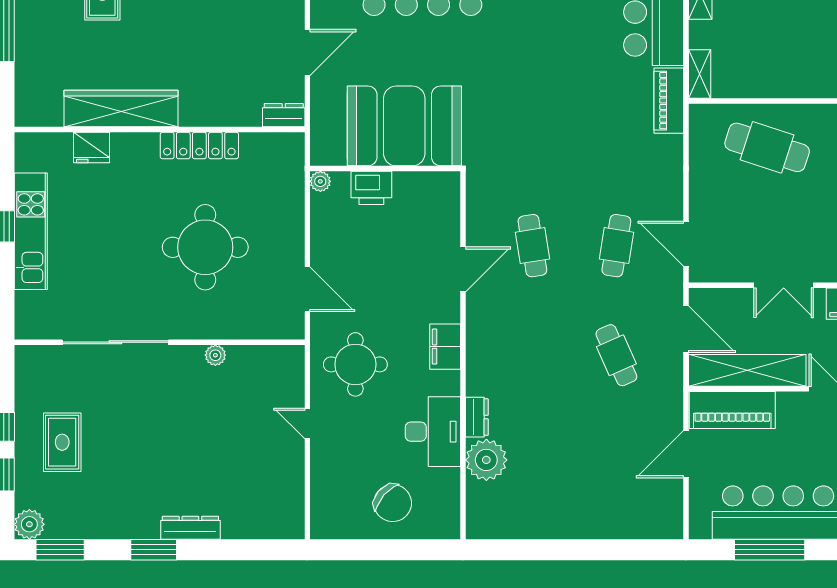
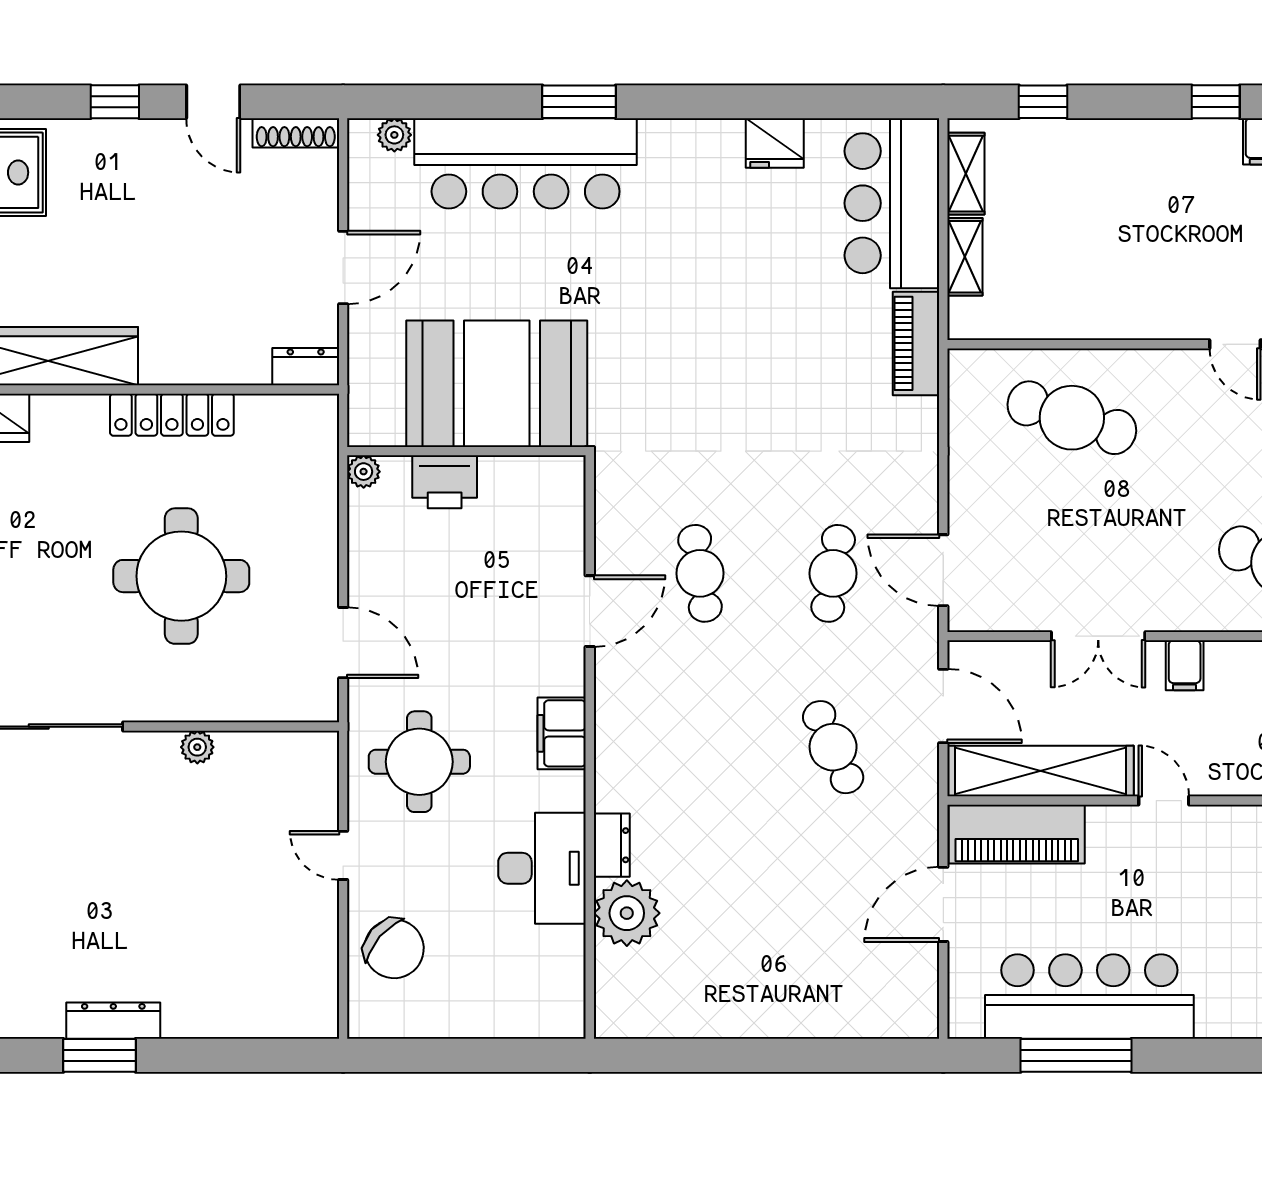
shelving: (700, 74) -> (965, 257), moved
chair: (393, 503) -> (394, 949), moved
dresser: (190, 528) -> (113, 1021), moved

